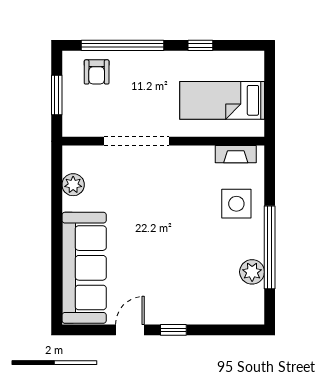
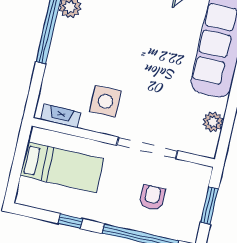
armchair: (97, 72) -> (152, 198), moved
side table: (236, 204) -> (105, 101), moved

